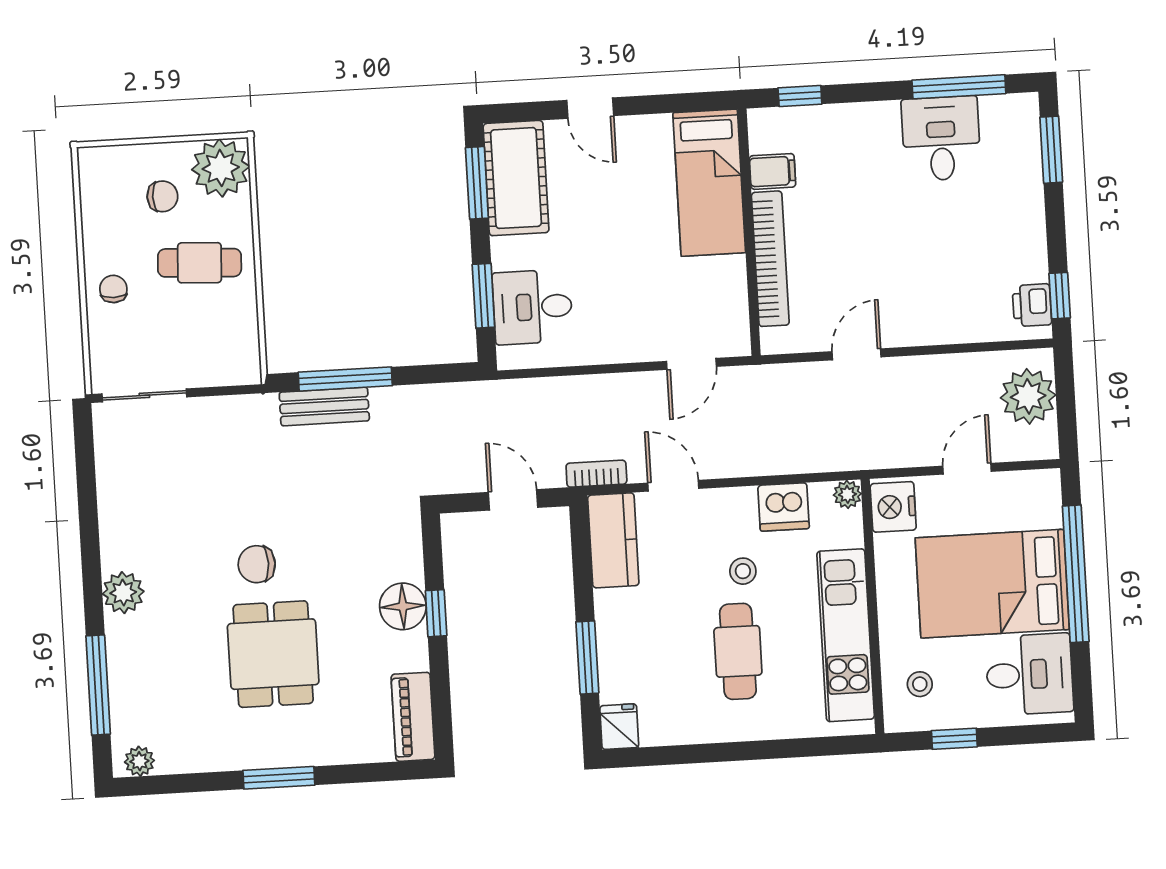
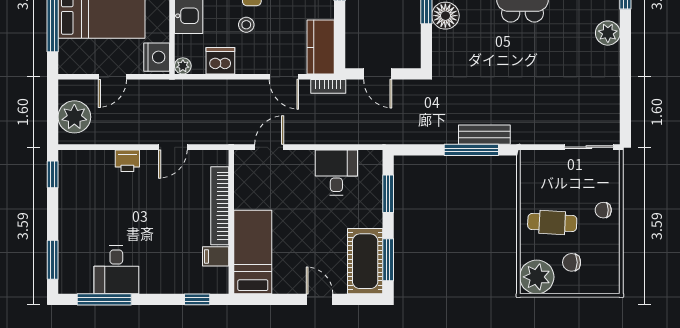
chair: (113, 289) -> (603, 210), turned 90
printer: (1032, 305) -> (127, 161), moved, turned 90
desk: (533, 307) -> (336, 172), moved, turned -90
chair: (257, 564) -> (529, 45), removed

